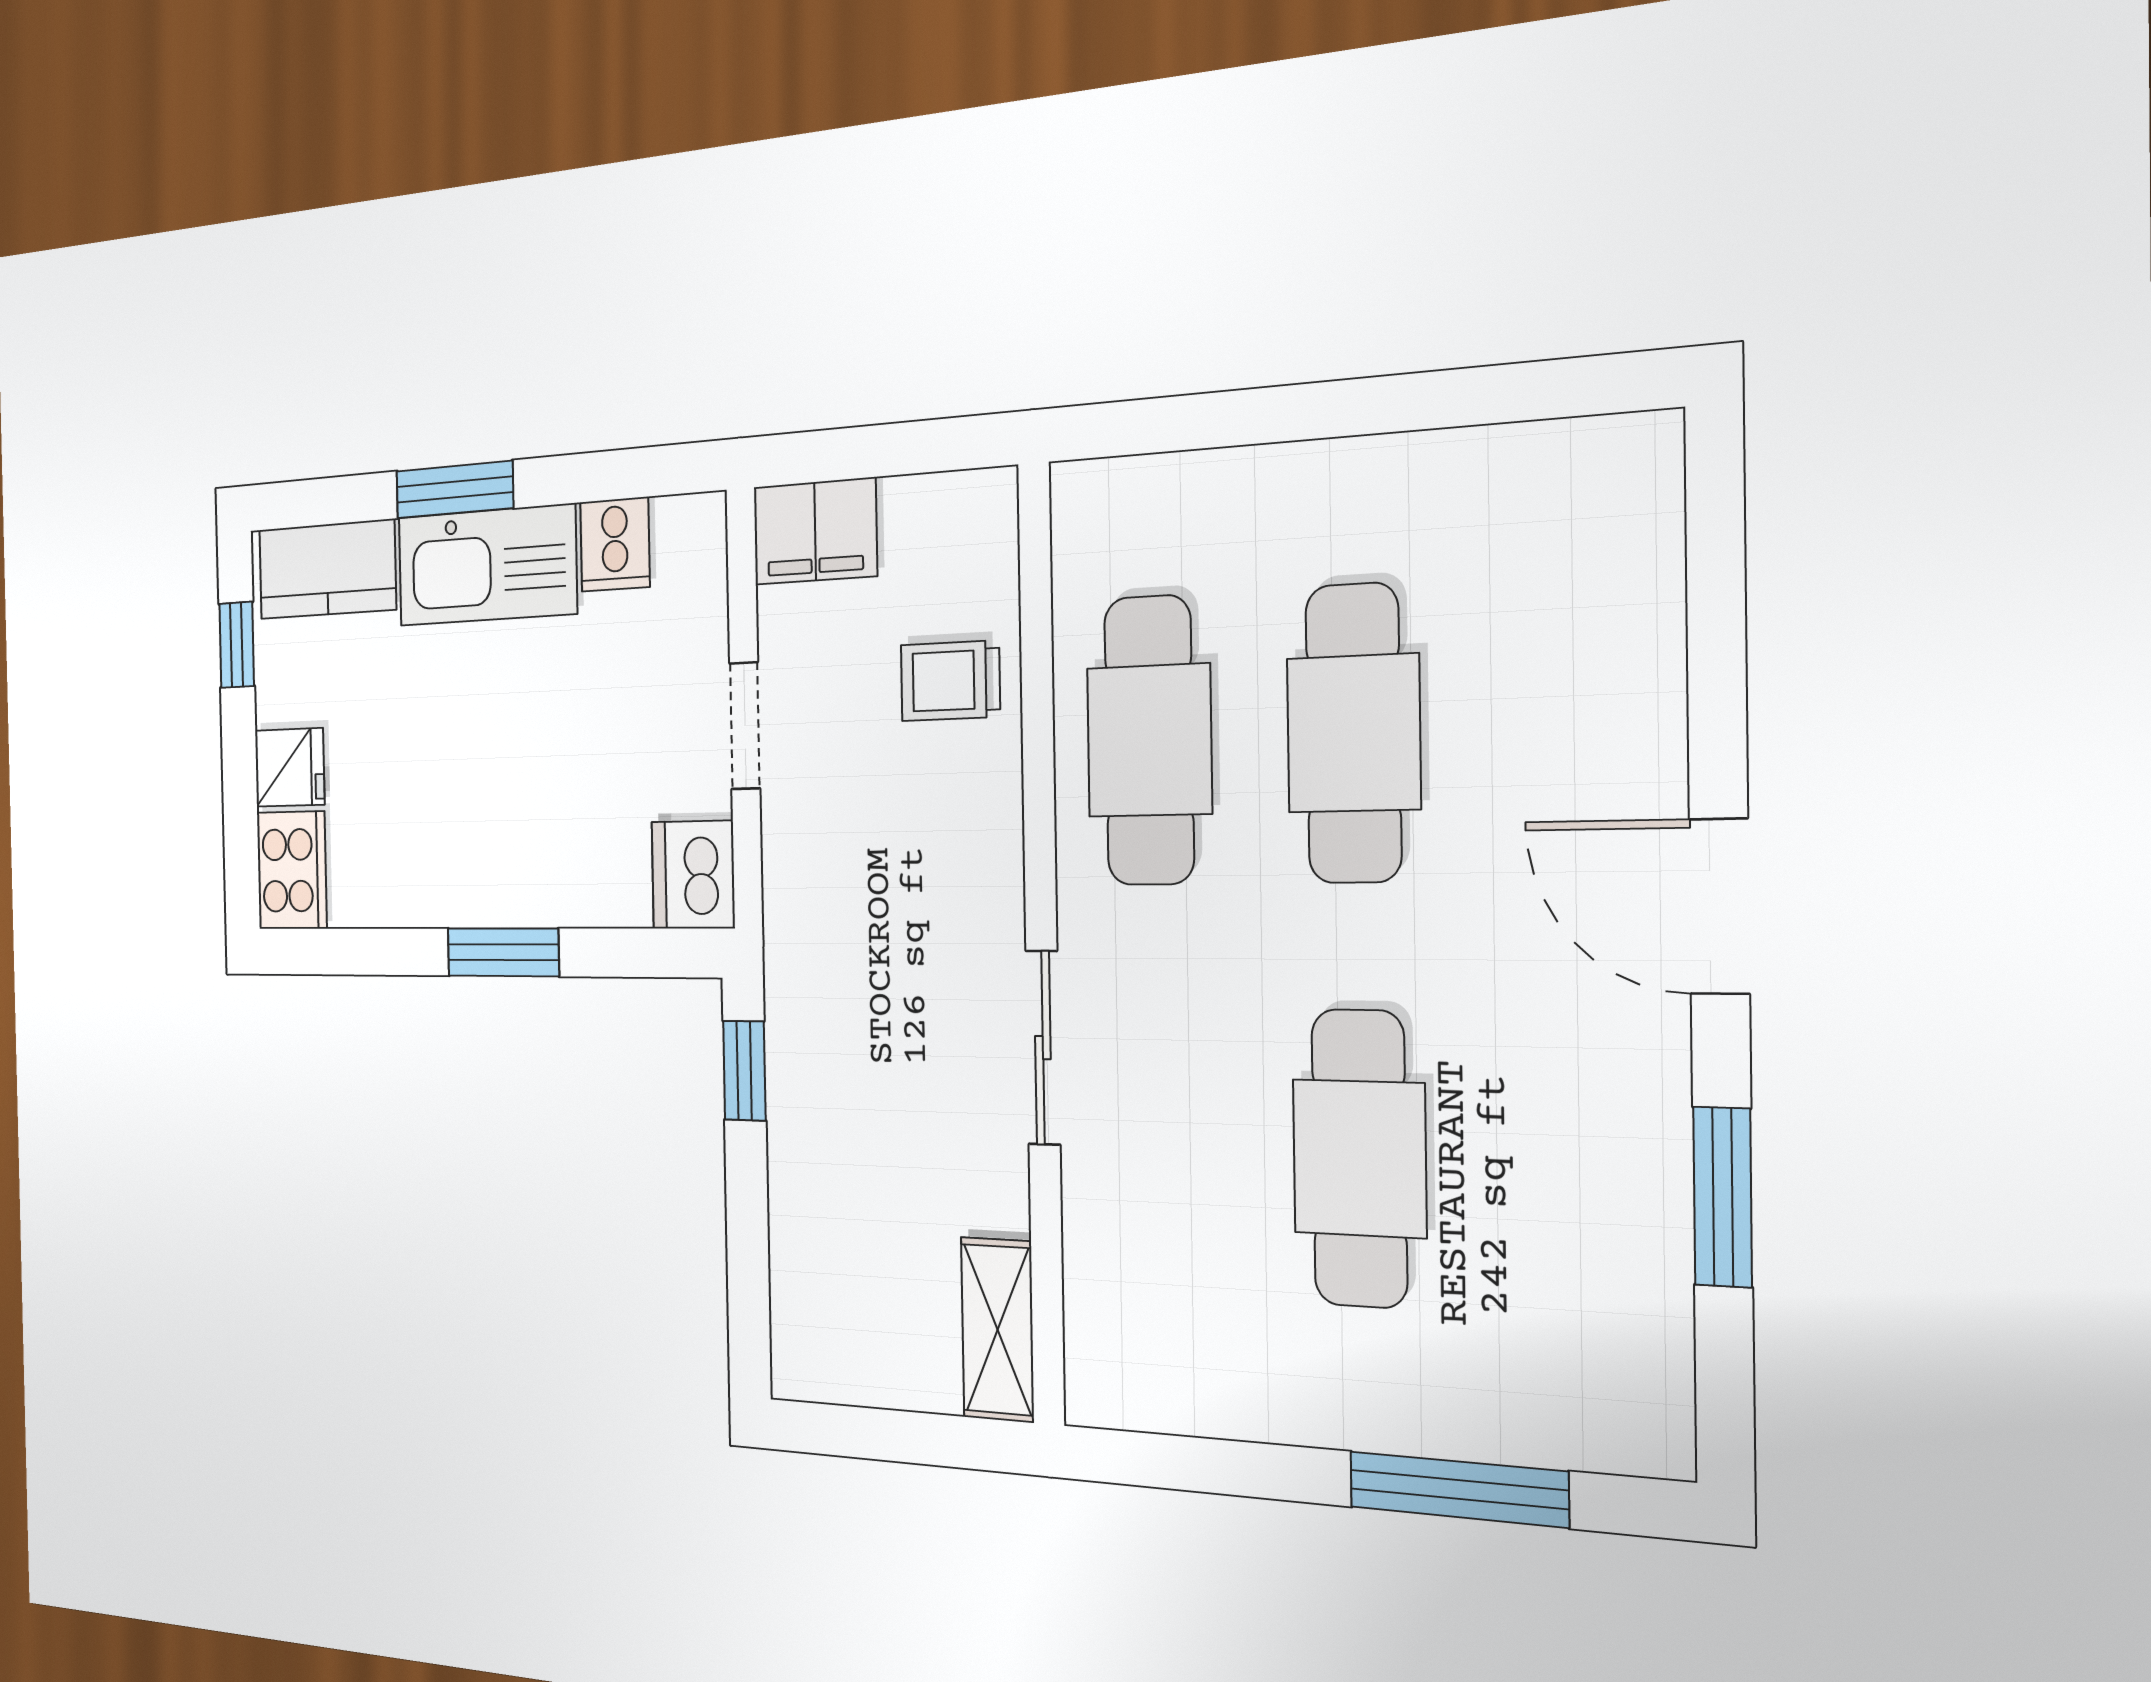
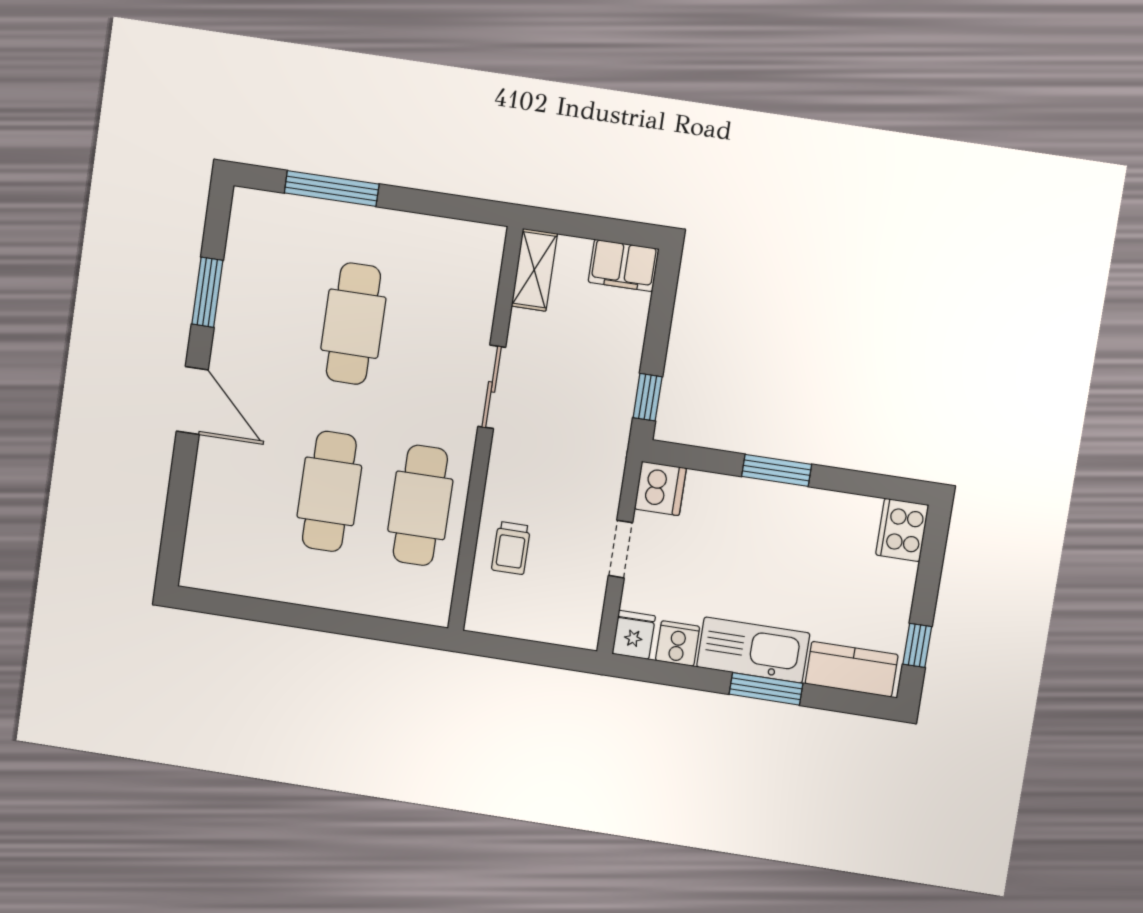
filing cabinet: (815, 531) -> (624, 265), moved, turned 180
trolley: (950, 681) -> (511, 548), turned 90
fridge: (290, 767) -> (634, 635), moved, turned 90

